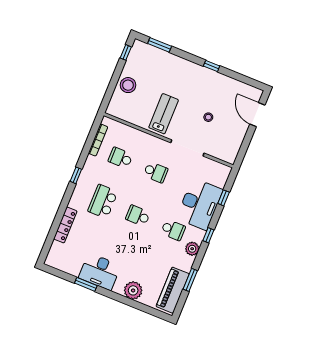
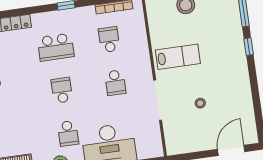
window: (212, 66) -> (249, 47), moved
school desk: (103, 201) -> (56, 47), turned 180

